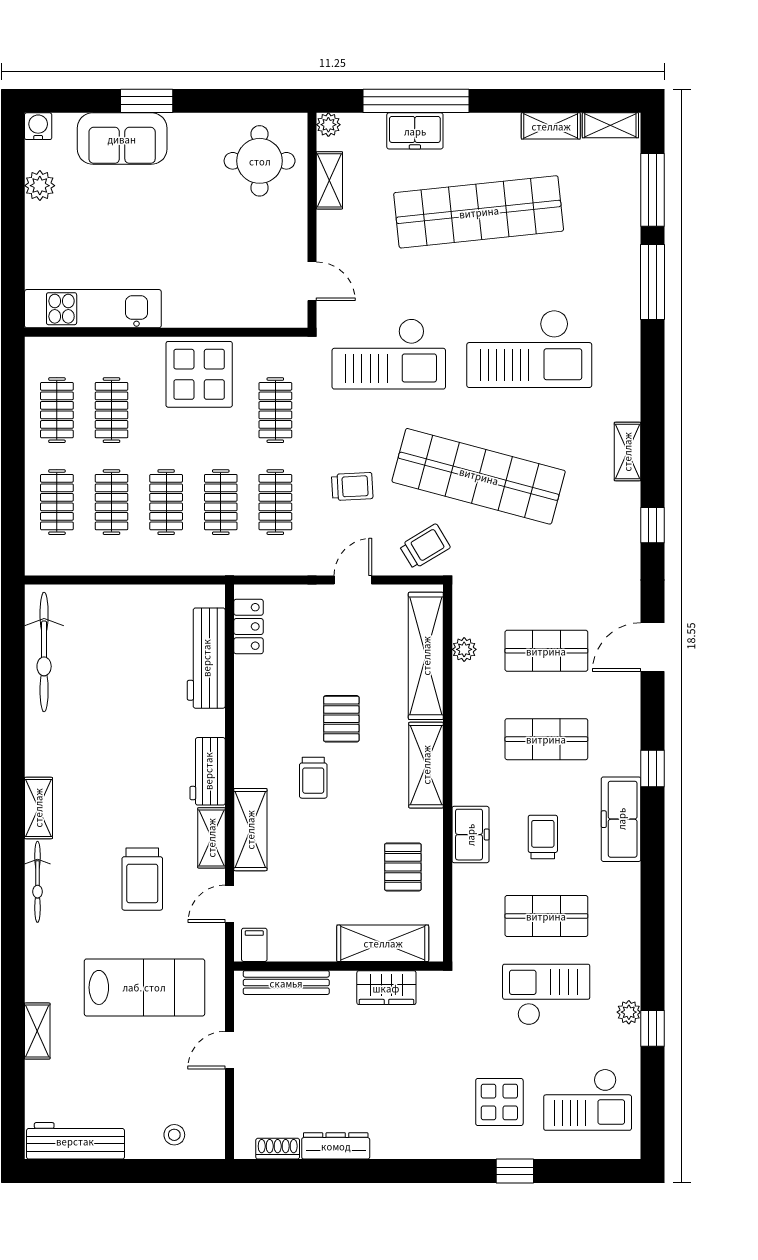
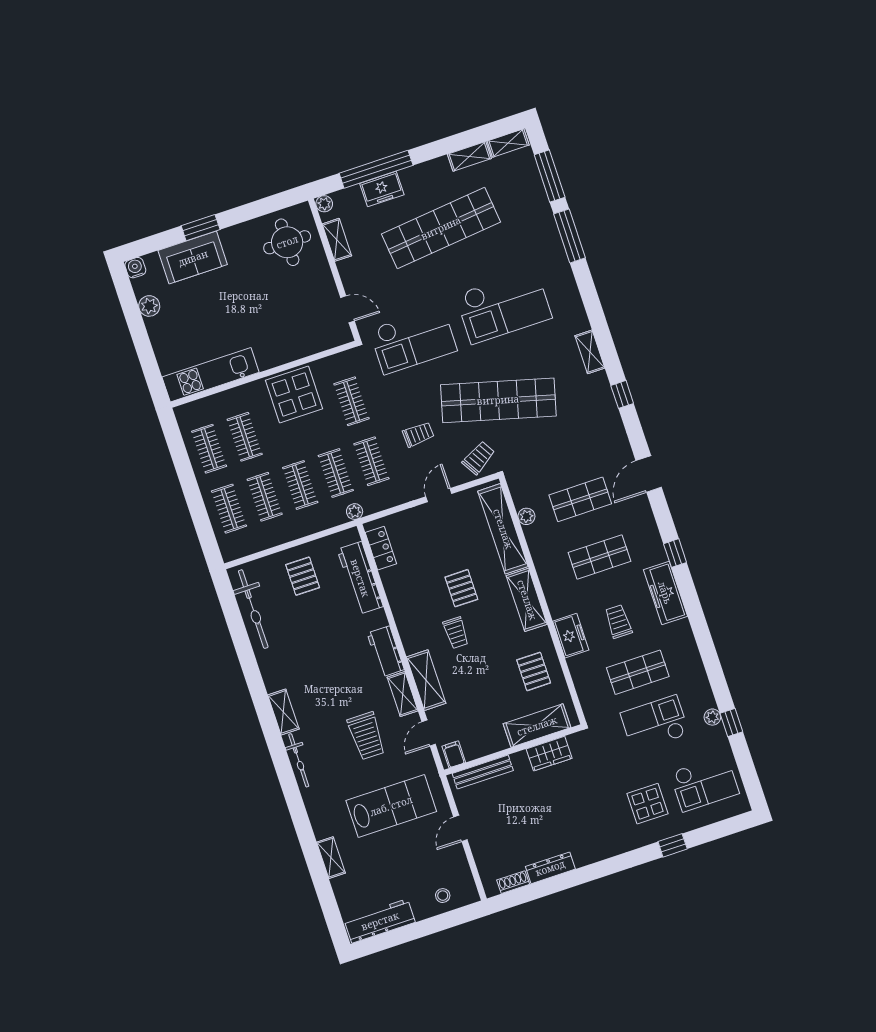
plant: (229, 564) -> (355, 512), added
pallet: (128, 629) -> (303, 576), added

